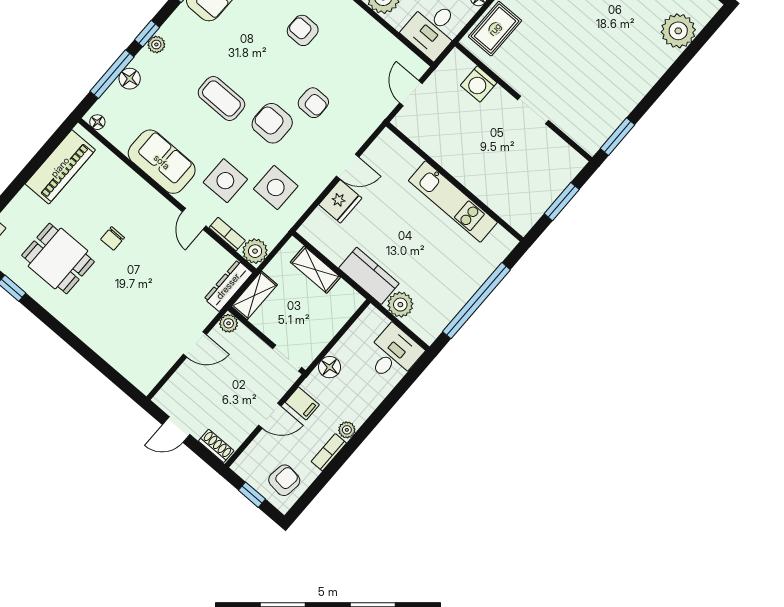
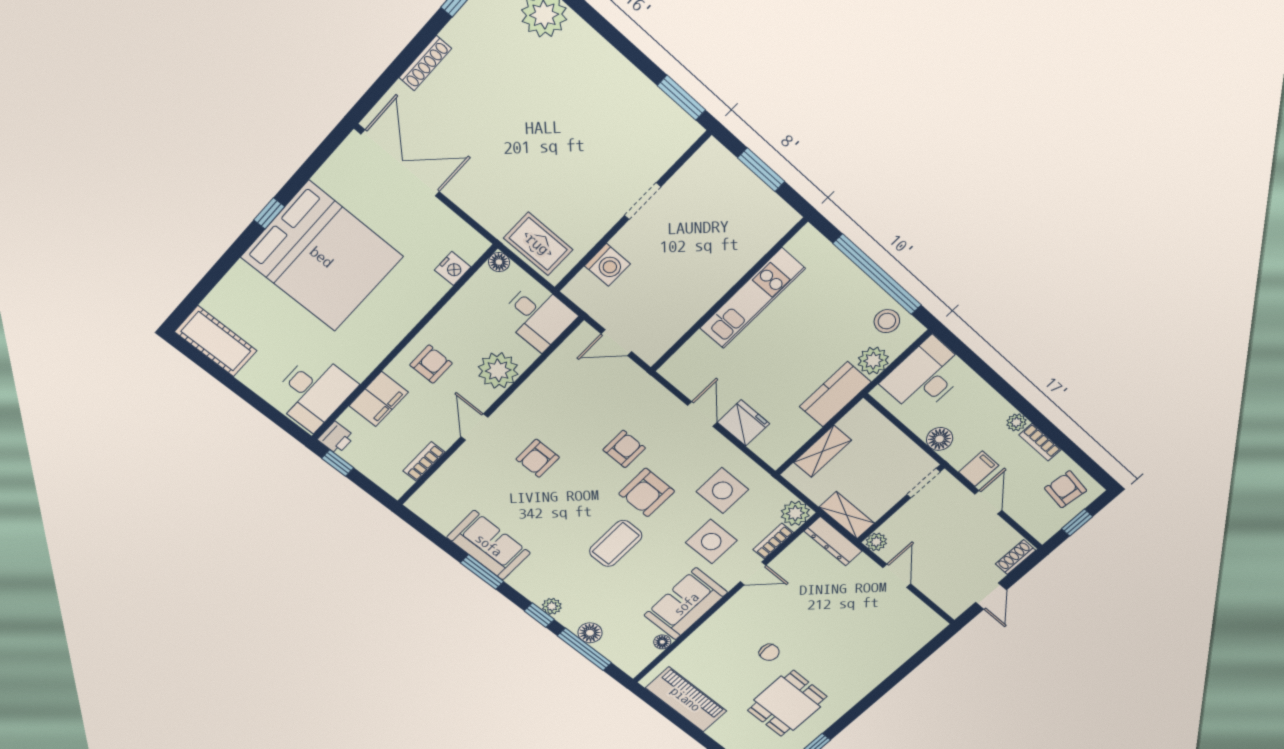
floor lamp: (97, 122) -> (662, 642), moved
stool: (436, 312) -> (887, 321), added
desk: (393, 354) -> (925, 377), width x1.37

